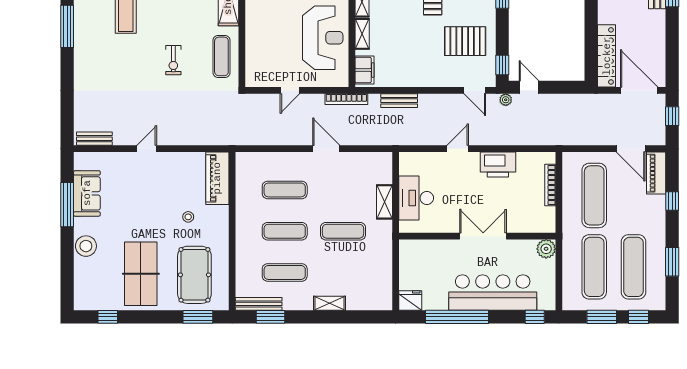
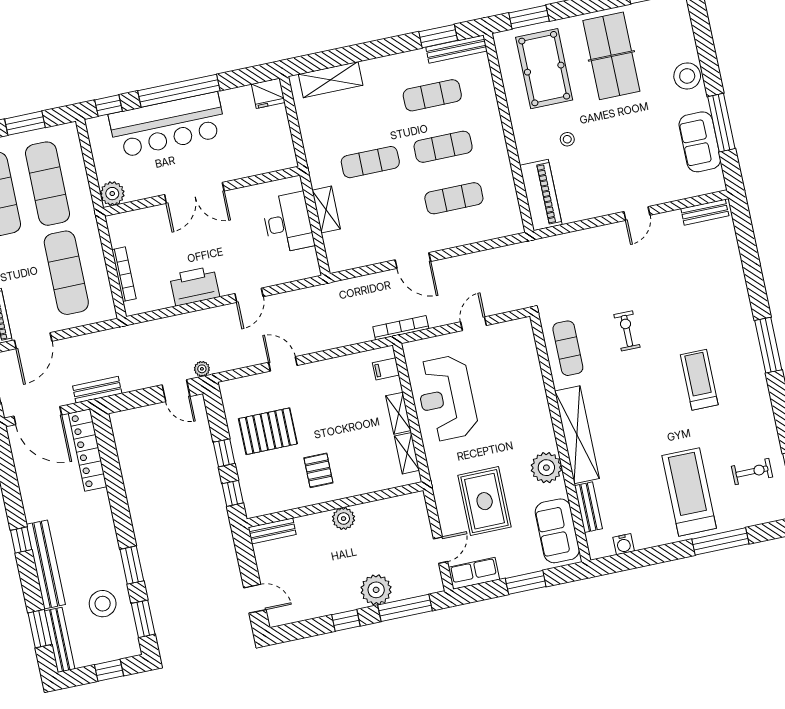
window: (502, 65) -> (224, 453), moved
filing cabinet: (364, 70) -> (386, 369), width x0.50
door: (475, 90) -> (283, 364), moved
bench: (399, 101) -> (97, 390), moved
door: (631, 149) -> (33, 341), swing flipped
shelving: (329, 303) -> (331, 80), moved, width x1.50, depth x1.33
window: (457, 317) -> (179, 91), moved

